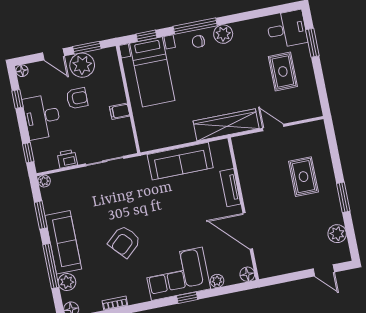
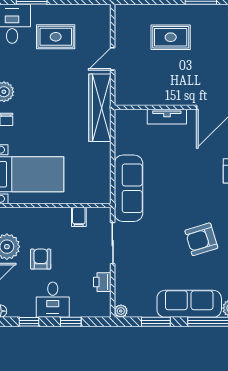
filing cabinet: (120, 111) -> (79, 217), moved
desk: (42, 117) -> (53, 300), width x0.73
window: (28, 153) -> (71, 322), moved
sofa: (180, 161) -> (128, 188), moved
armchair: (124, 242) -> (201, 239), turned 115

